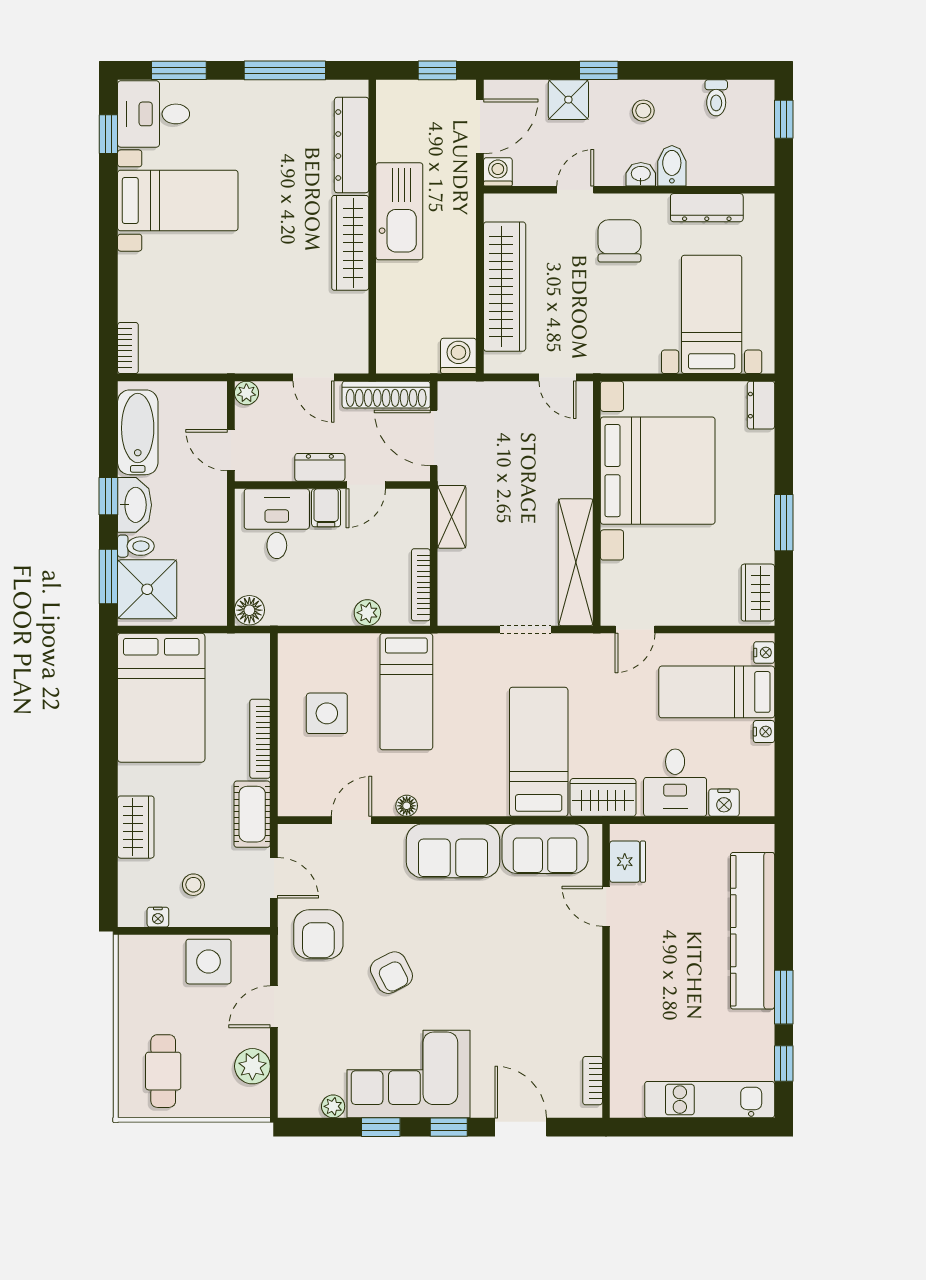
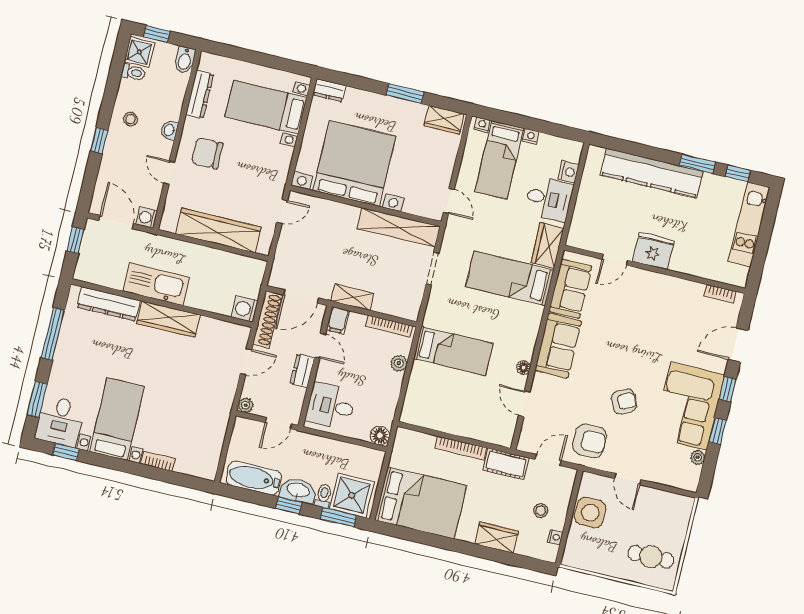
shower: (568, 100) -> (139, 52), moved
bidet: (672, 166) -> (185, 60), moved, turned -90
bookcase: (128, 348) -> (158, 461), moved
washing machine: (458, 356) -> (245, 309), moved
filing cabinet: (326, 508) -> (338, 320), moved, turned 90
side table: (327, 713) -> (455, 403), removed
fridge: (628, 862) -> (653, 251), moved, width x1.36, depth x1.34
plant: (252, 1066) -> (661, 501), removed

